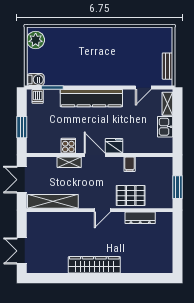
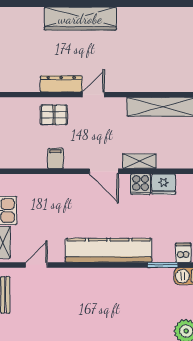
fridge: (114, 146) -> (164, 184), moved
pallet: (131, 196) -> (54, 115), width x0.67, depth x0.71
dresser: (140, 218) -> (61, 84), moved
wardrobe: (94, 265) -> (80, 19), moved

